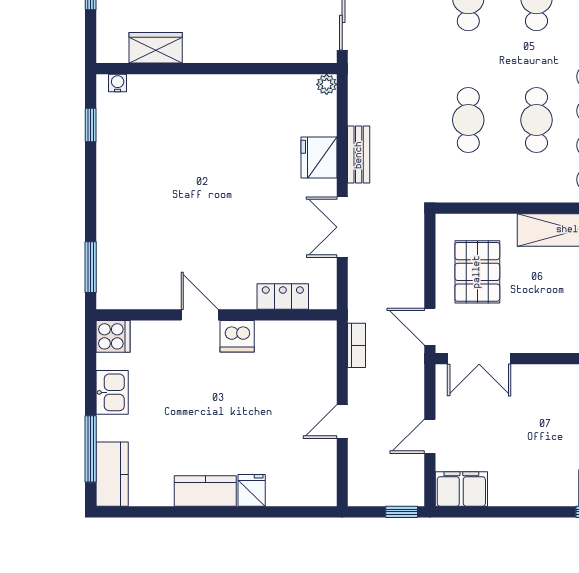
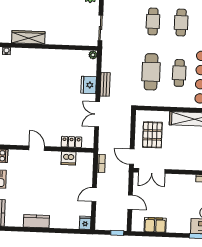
wardrobe: (156, 48) -> (28, 37), width x1.50
cafe table: (468, 120) -> (151, 72), width x1.37, depth x1.35
dishwasher: (237, 336) -> (69, 158), moved
door: (430, 436) -> (130, 202), swing flipped
filing cabinet: (461, 489) -> (155, 225), moved
fridge: (252, 490) -> (85, 223), moved

